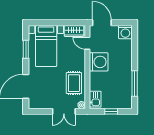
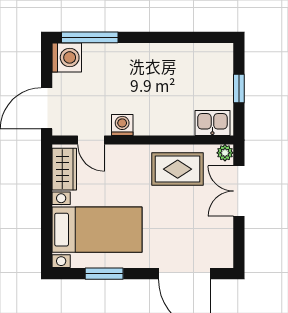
door: (87, 43) -> (91, 140), hinge flipped
washing machine: (99, 62) -> (122, 125), width x0.53, depth x0.53
window: (135, 83) -> (90, 37), moved
double door: (64, 111) -> (239, 191), swing flipped

